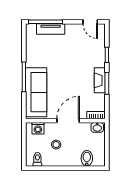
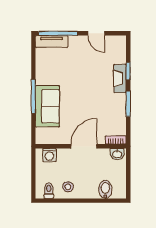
door: (90, 22) -> (96, 33), moved
tv unit: (51, 29) -> (52, 42), moved
fireplace: (100, 80) -> (120, 79), moved
sofa: (36, 92) -> (47, 106), width x0.73
stool: (56, 145) -> (68, 187), moved

